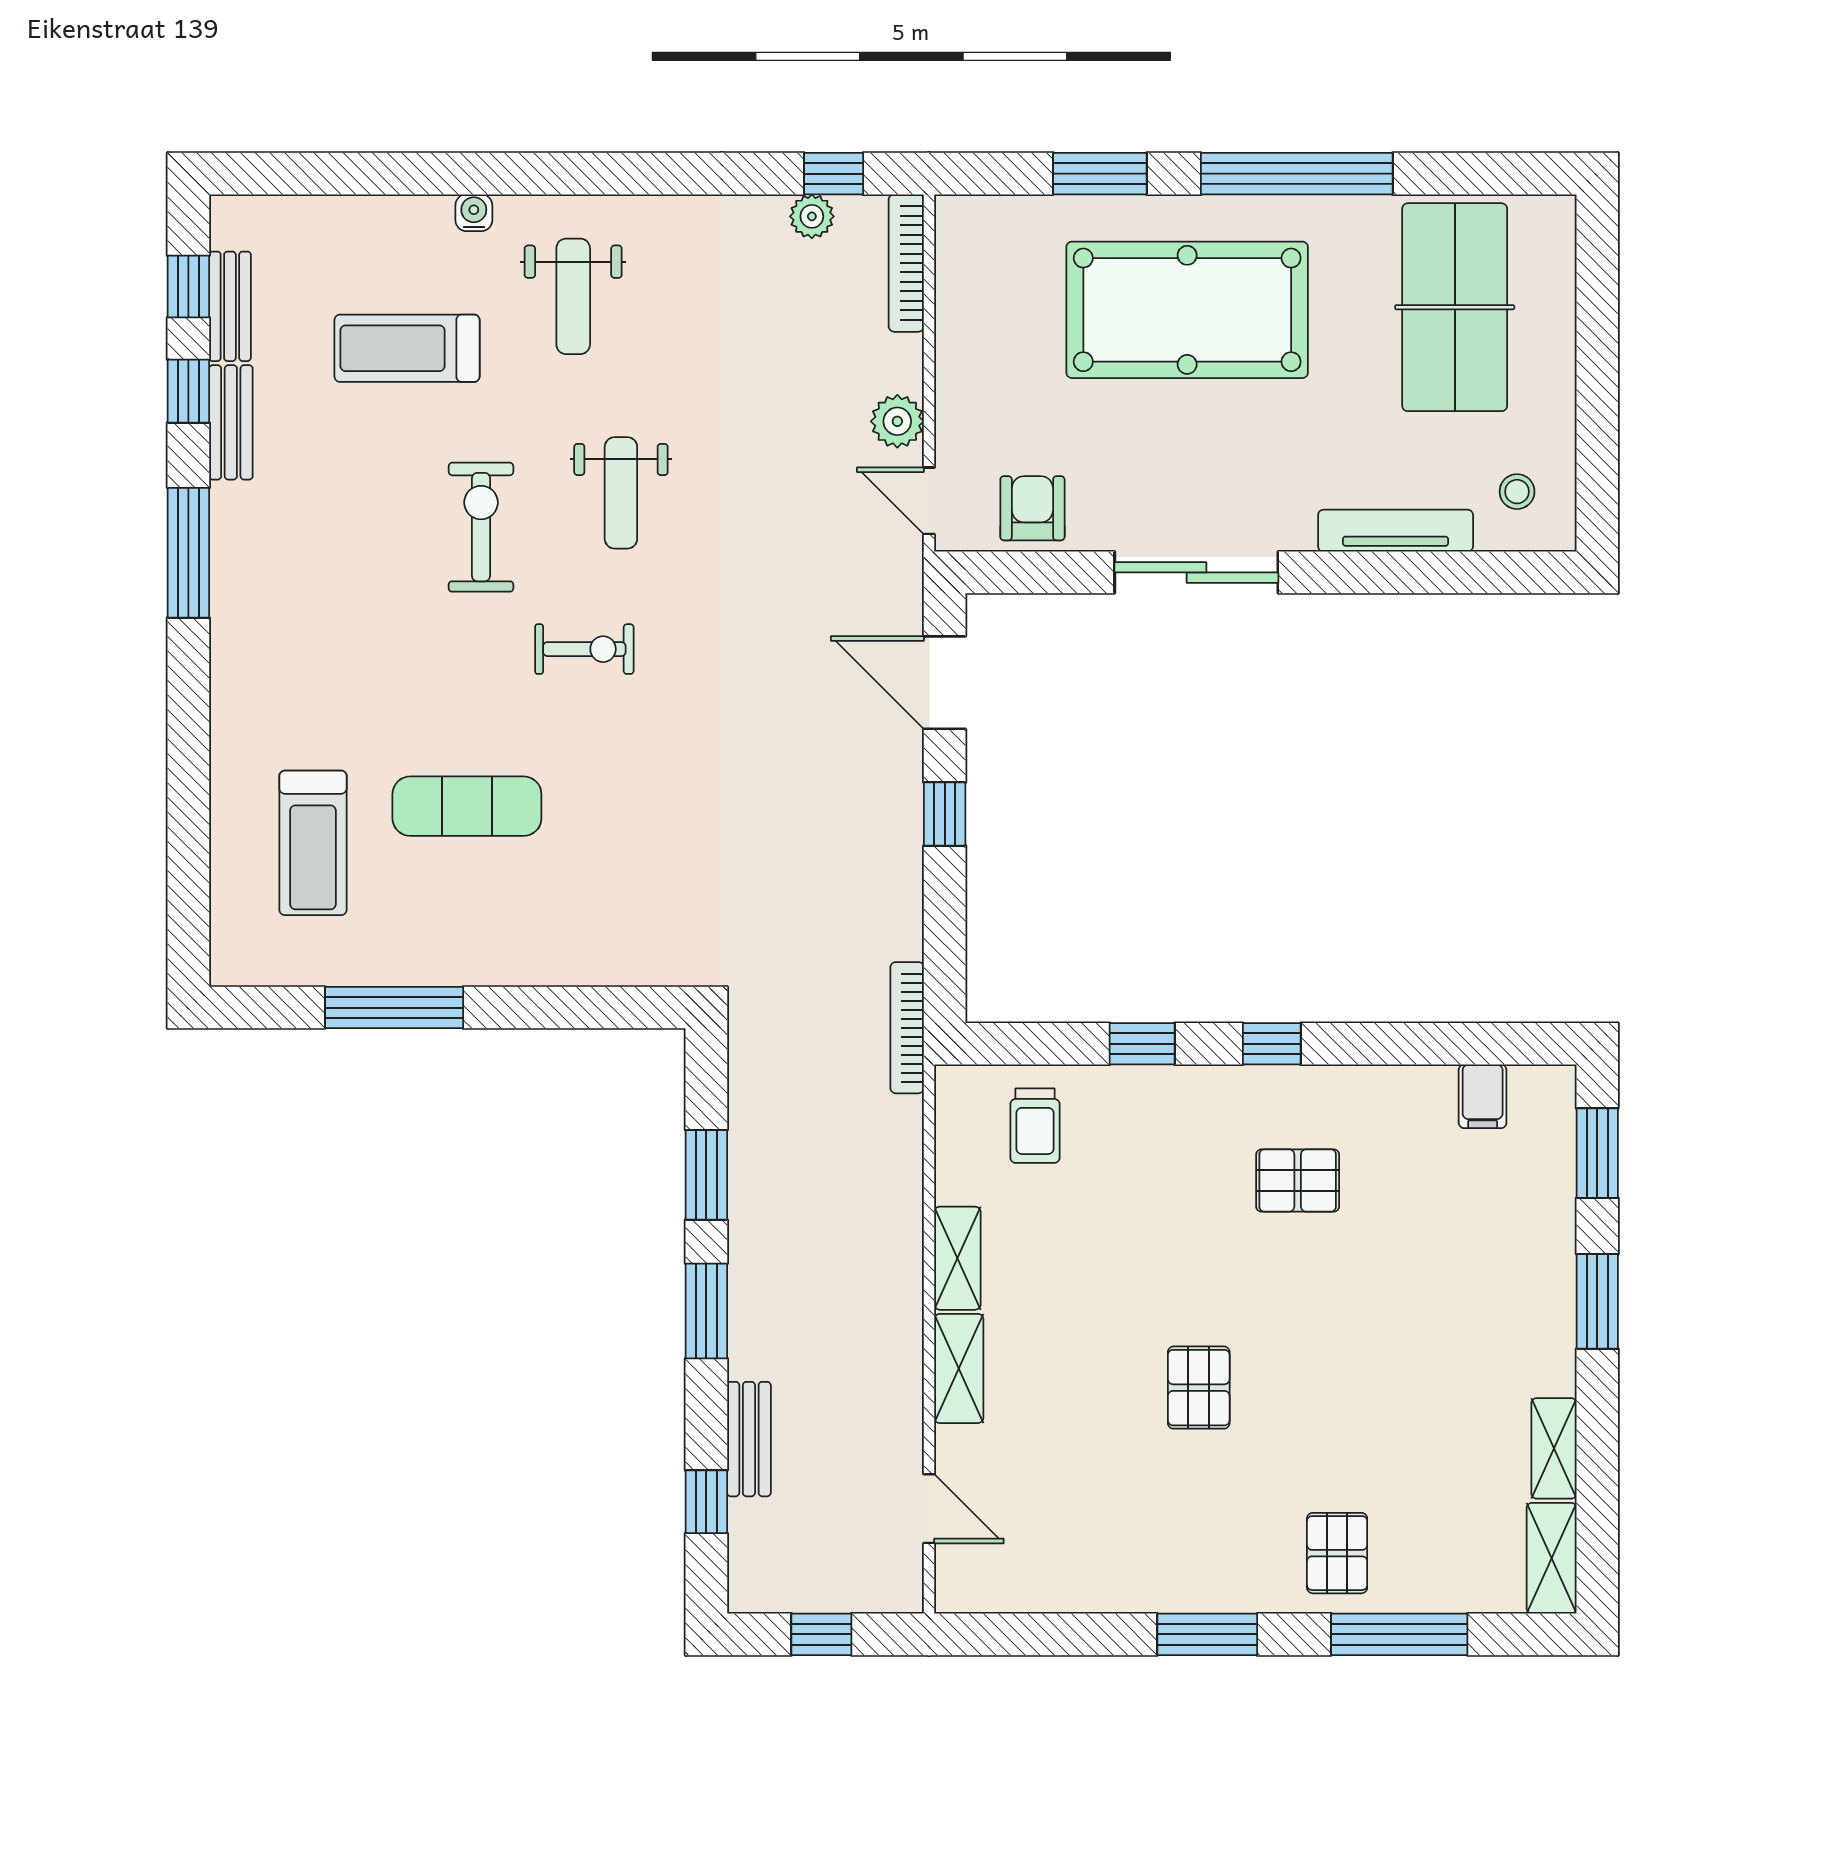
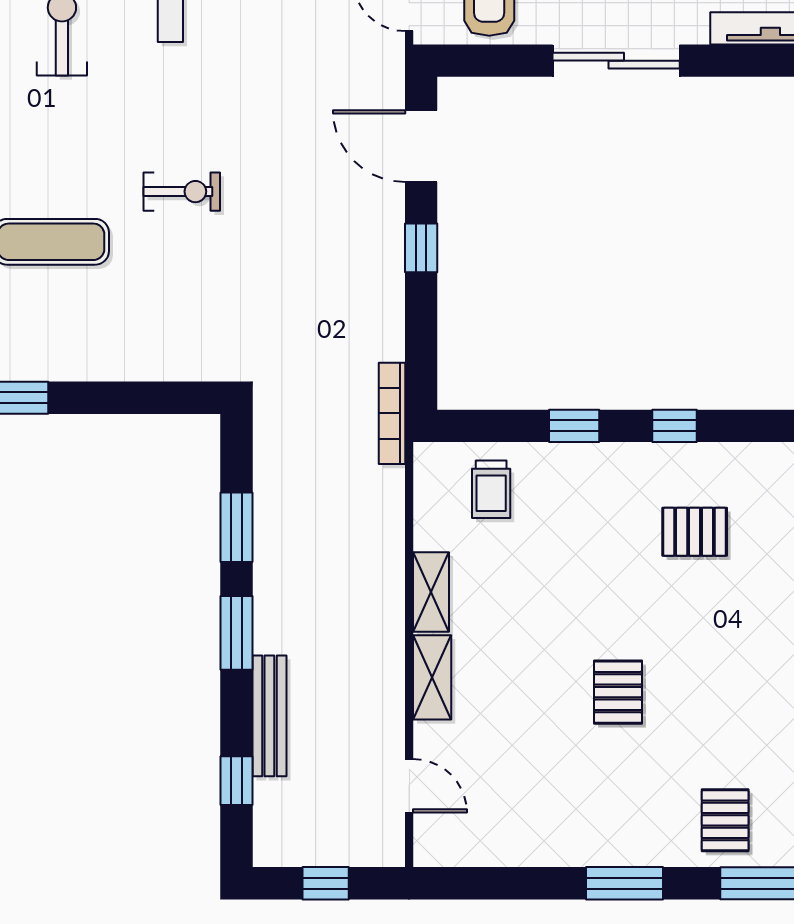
exercise bike: (584, 649) -> (182, 192), moved
bench: (749, 1439) -> (269, 716), width x1.36

